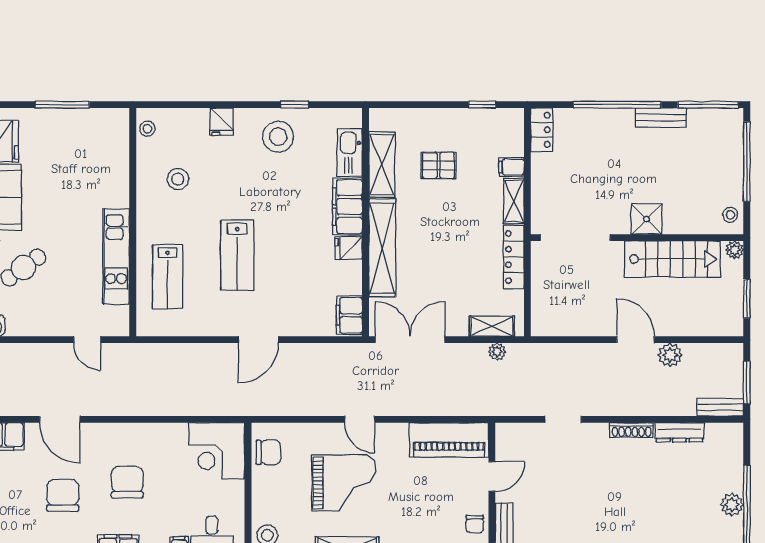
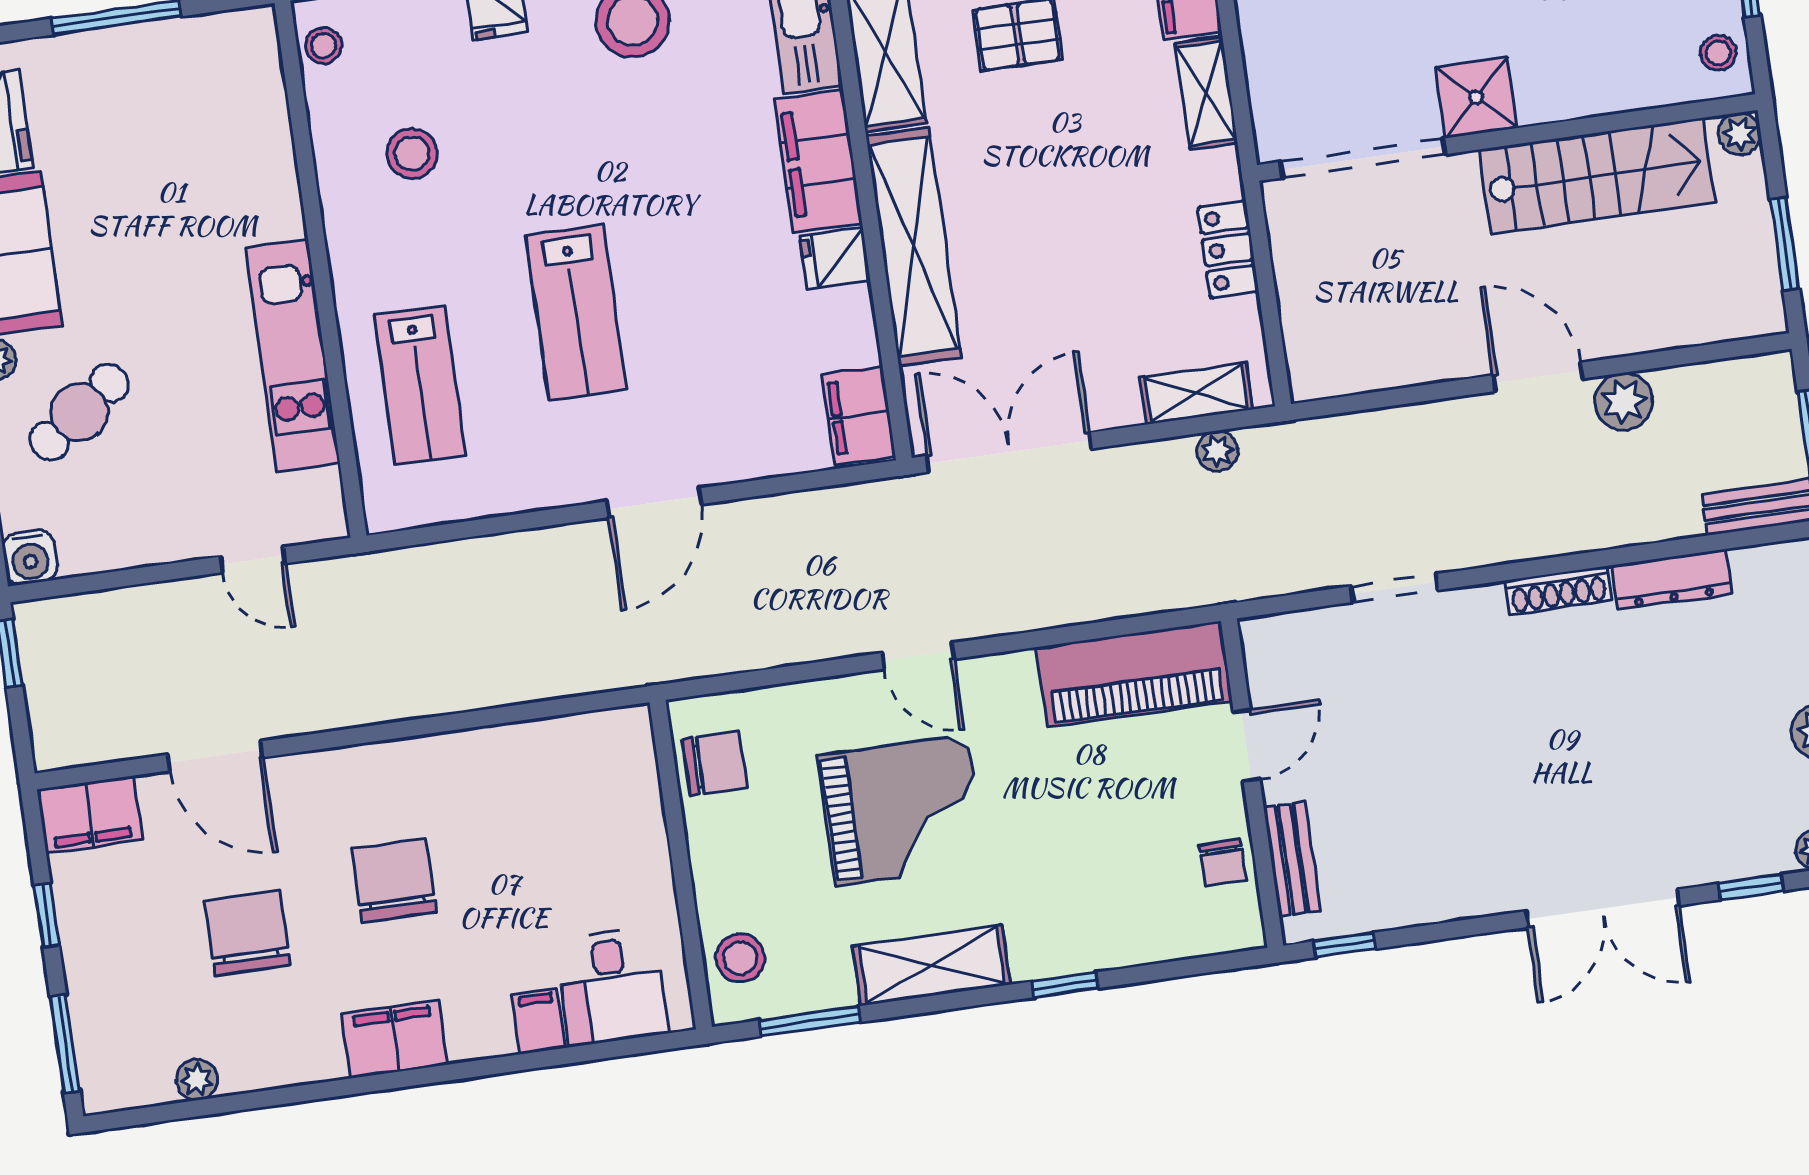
shower: (646, 219) -> (1476, 97), moved
locker: (514, 257) -> (1228, 249), width x0.66
corner desk: (217, 451) -> (593, 777), removed

